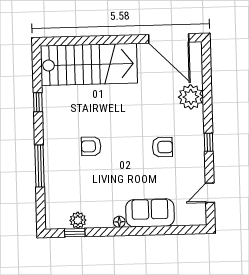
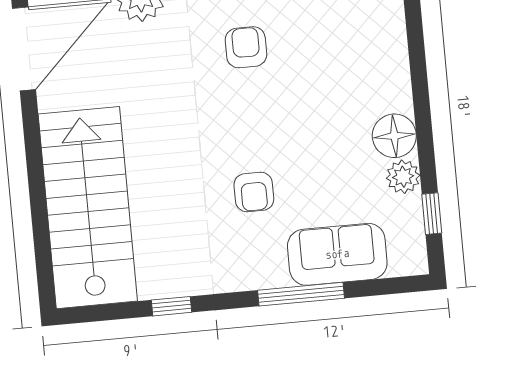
sofa: (150, 213) -> (337, 254), moved, turned 90
plant: (78, 220) -> (403, 177), moved
floor lamp: (119, 222) -> (394, 136), width x1.89, depth x1.89

